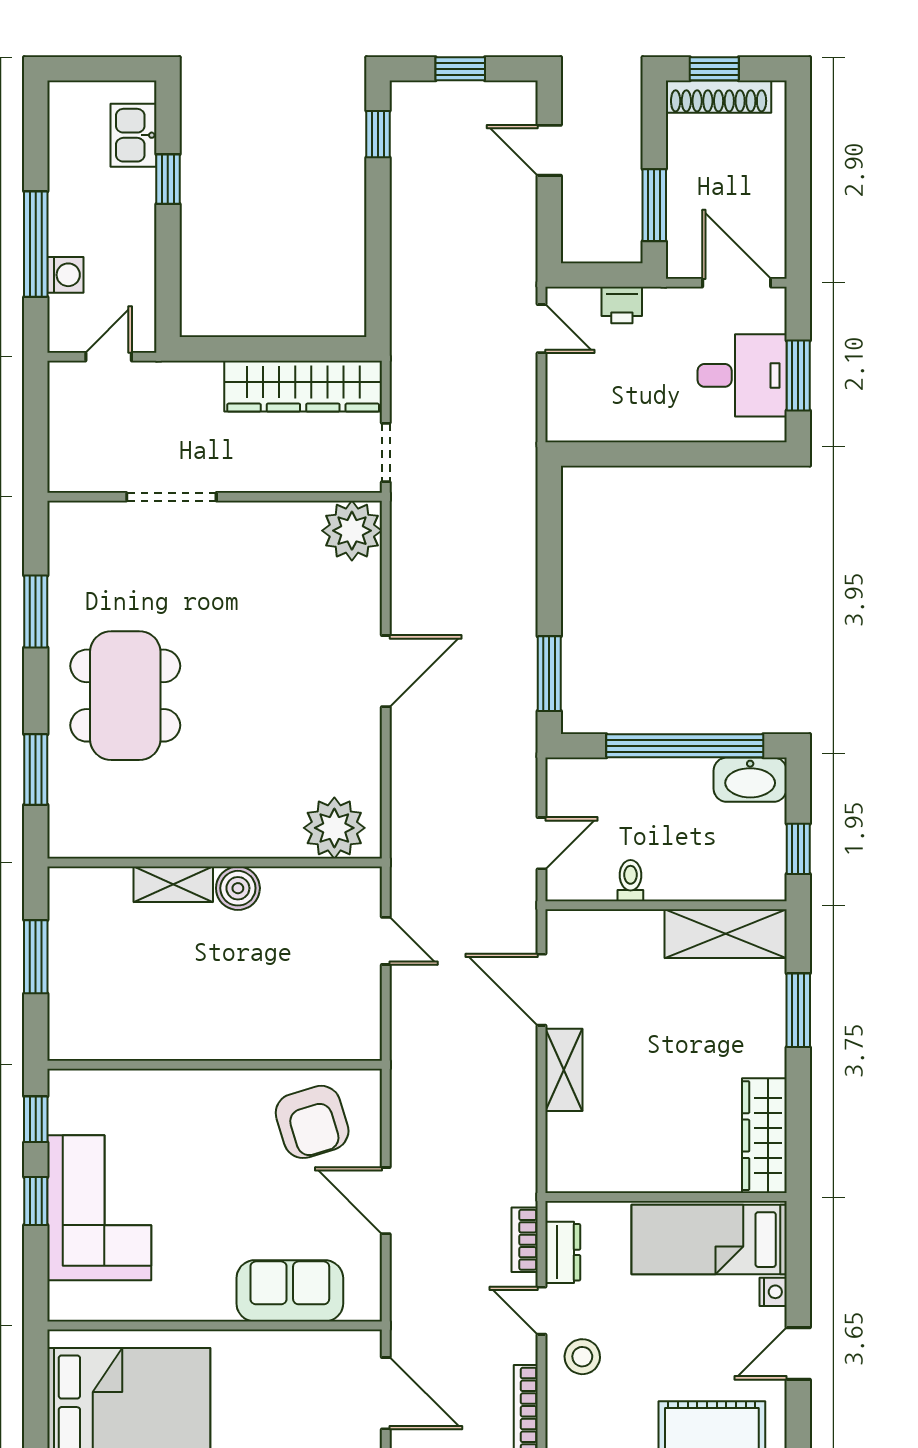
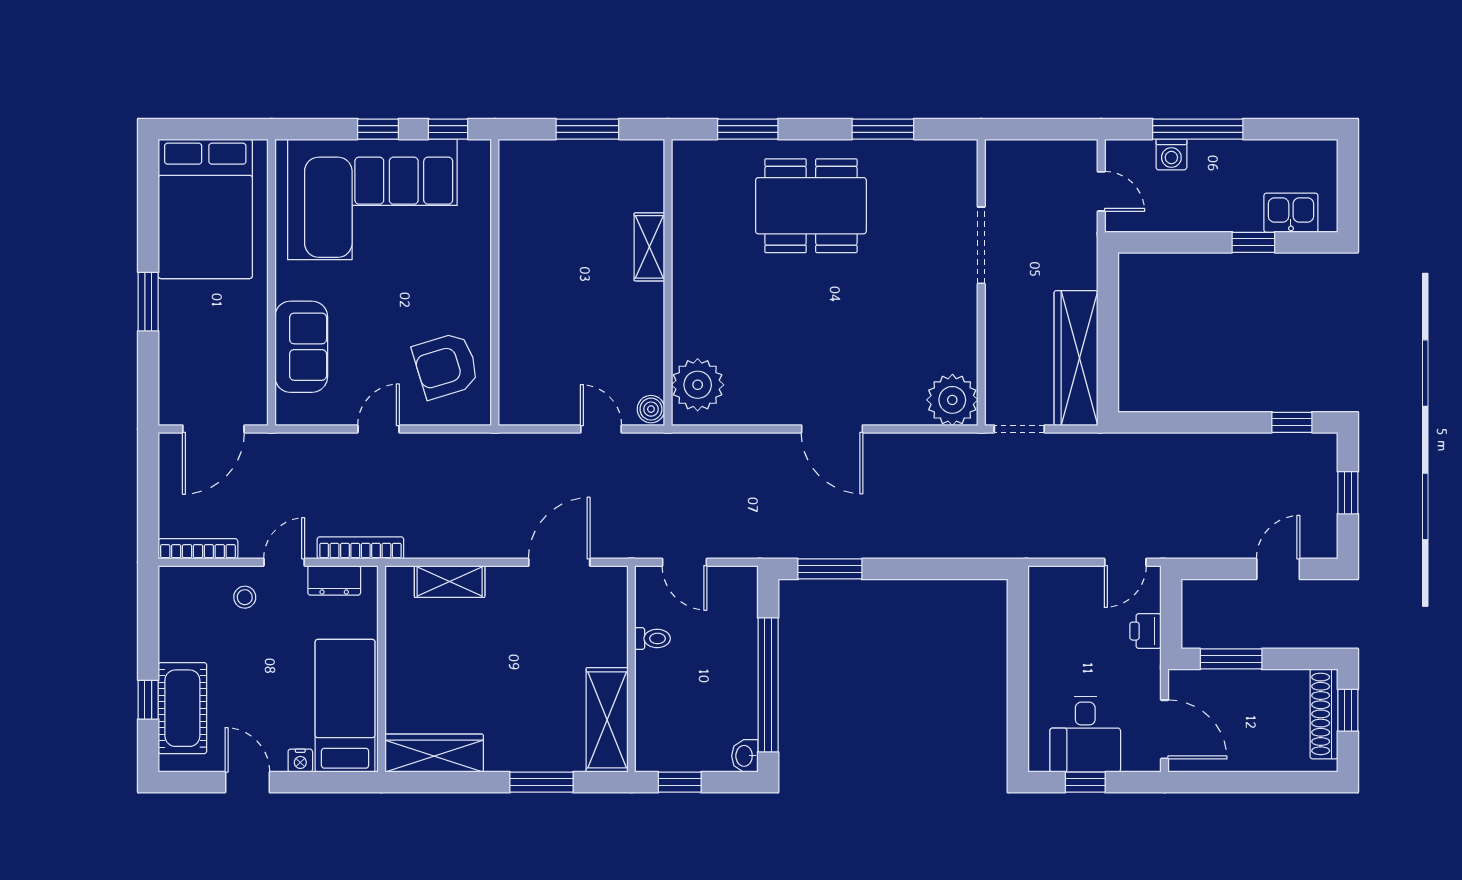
door: (737, 283) -> (1165, 729), hinge flipped
window: (798, 375) -> (1085, 782), width x0.67
washbasin: (750, 780) -> (745, 756), width x0.52, depth x0.69
boiler: (238, 888) -> (651, 409), moved, width x0.73, depth x0.73
door: (386, 941) -> (601, 429), swing flipped
shelving: (564, 1070) -> (450, 581), moved
door: (386, 1201) -> (378, 429), width x0.73
corner sofa: (99, 1208) -> (372, 199), width x1.36, depth x1.36
bookcase: (525, 1240) -> (360, 548), width x1.56
stool: (582, 1357) -> (245, 597), width x0.73, depth x0.73

